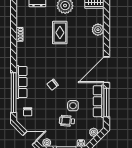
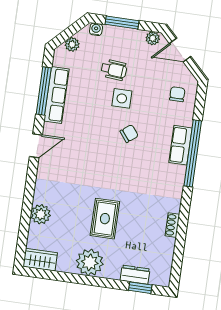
door: (106, 70) -> (36, 146), width x0.53
row of seats: (22, 82) -> (180, 145), width x0.68
window: (14, 93) -> (193, 153), moved
side table: (73, 106) -> (122, 98), moved

